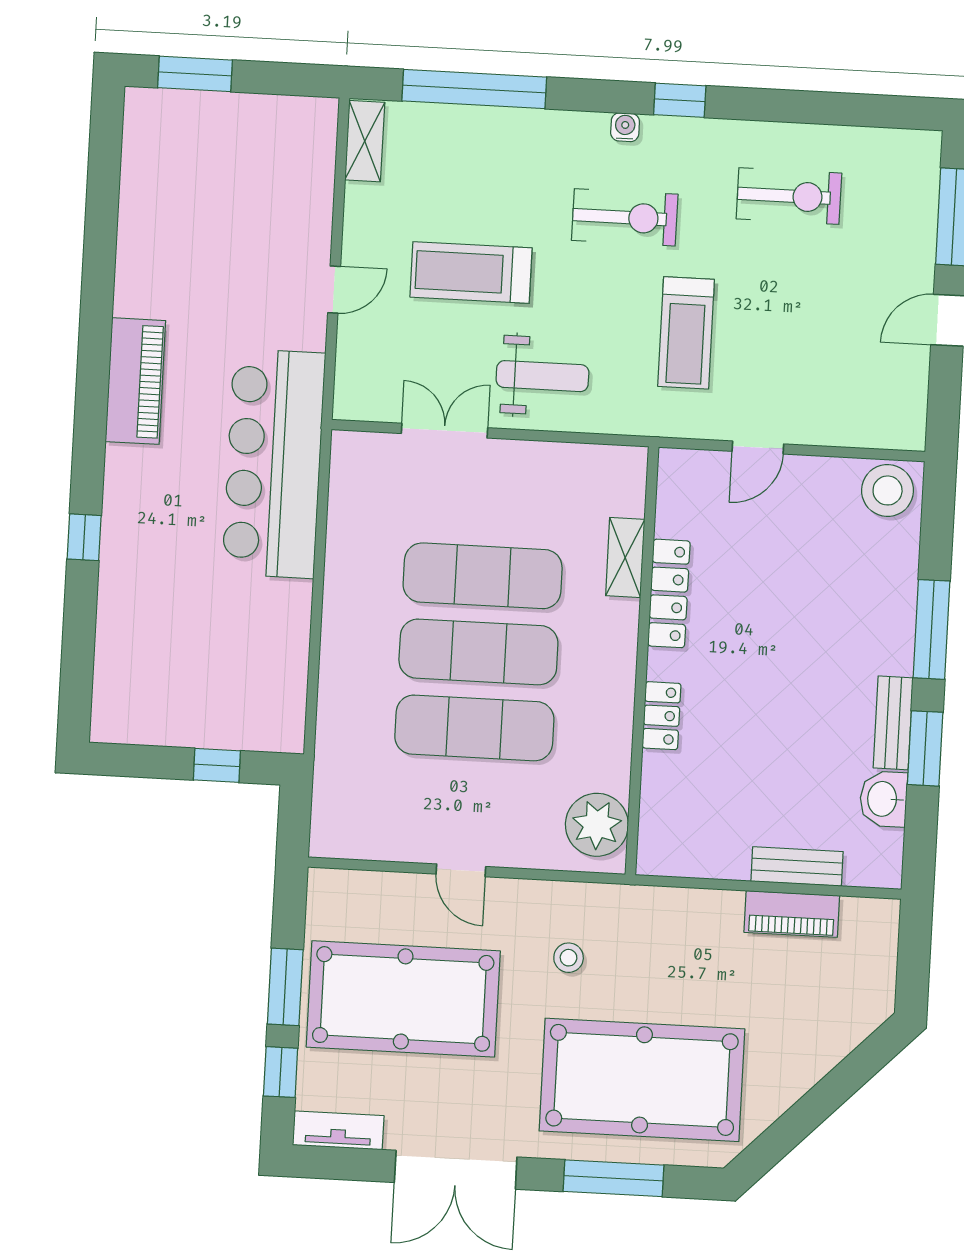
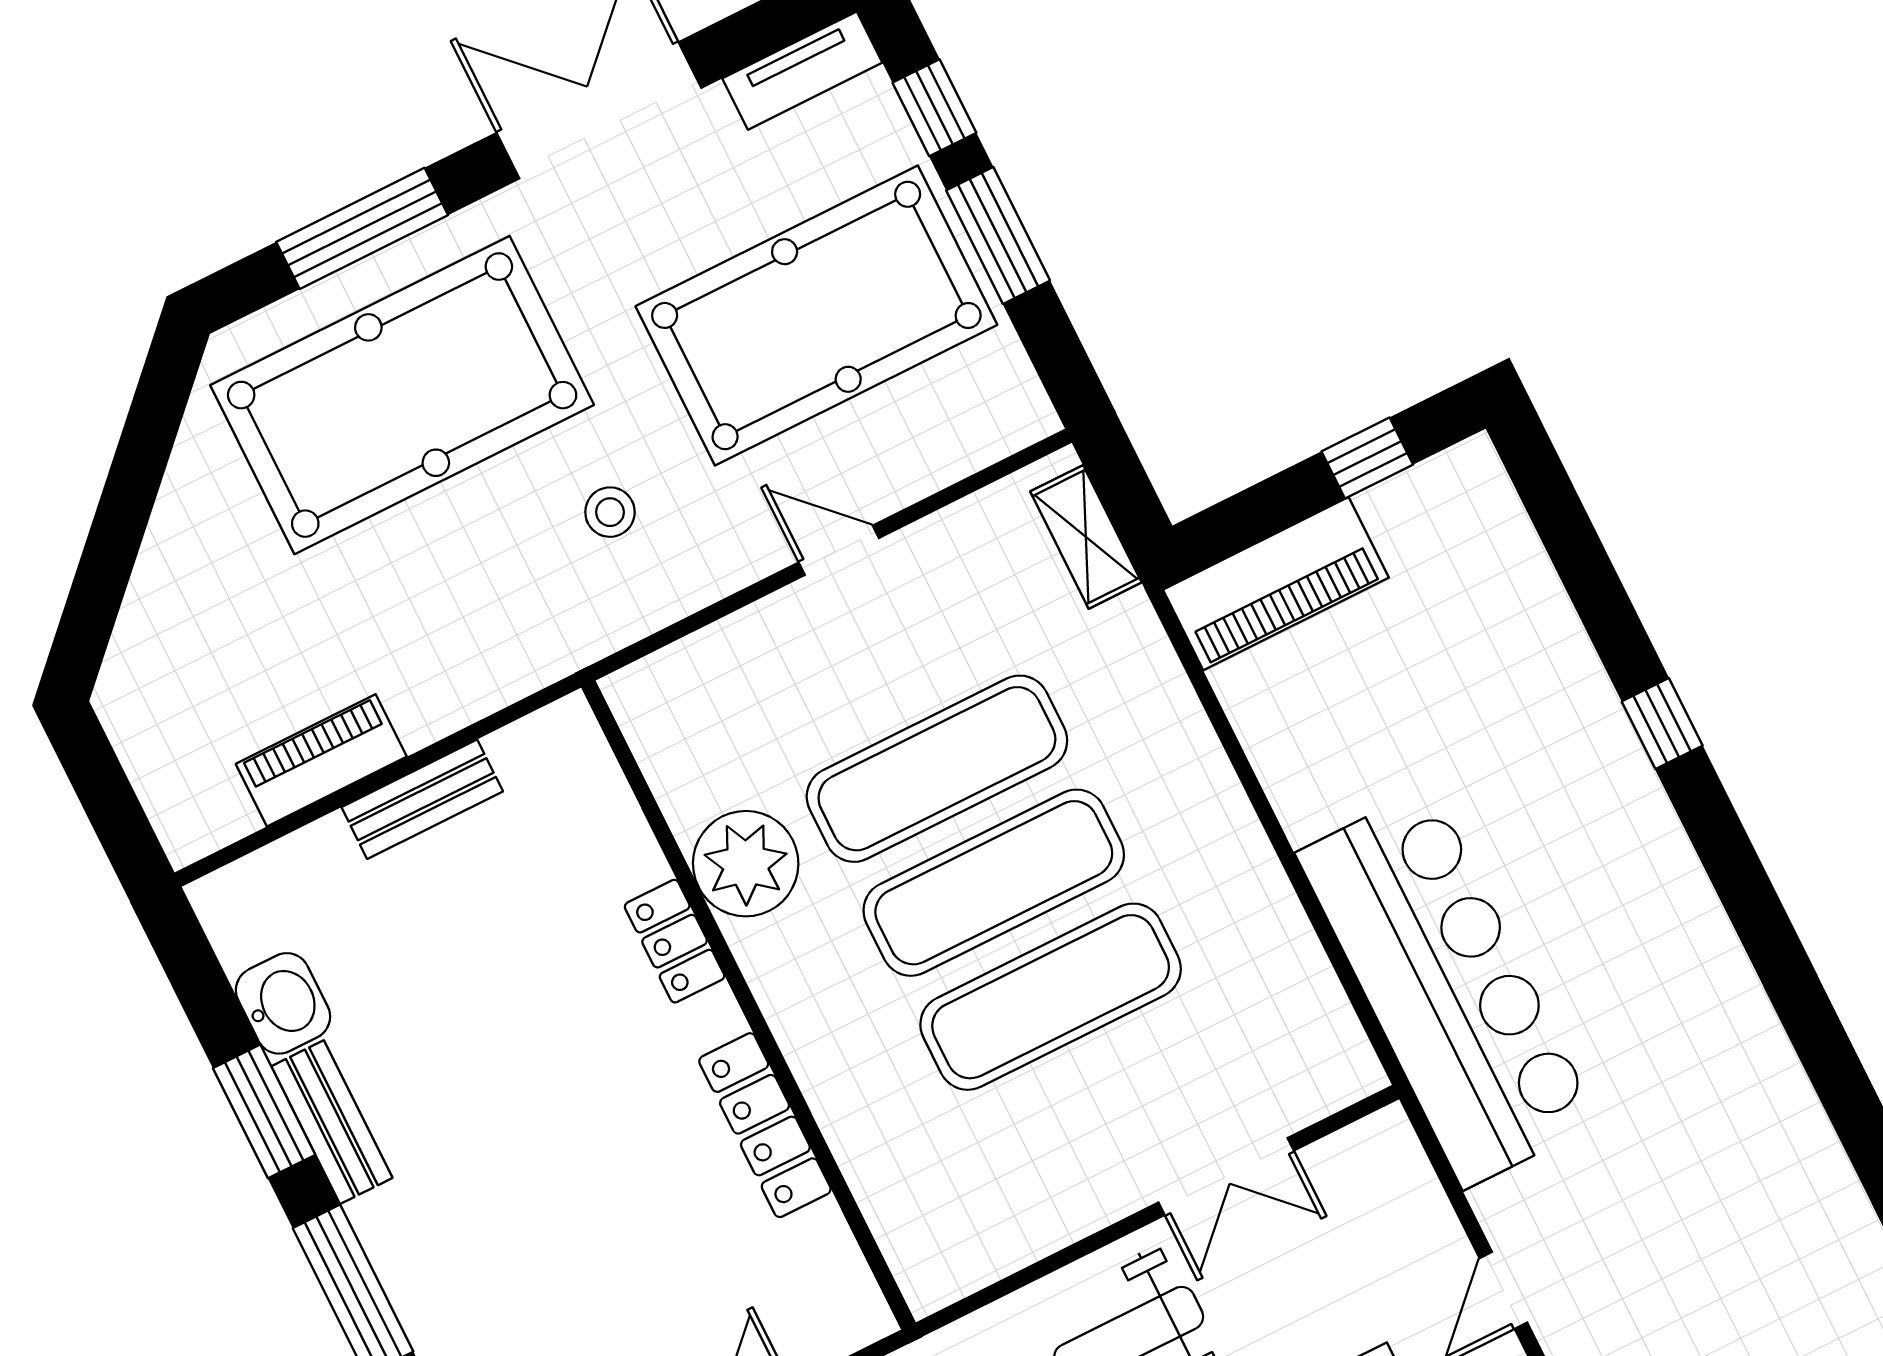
piano: (135, 381) -> (1276, 584), moved, turned -90
shelving: (625, 558) -> (1086, 537), moved
window: (217, 765) -> (1367, 458), moved
plant: (597, 825) -> (746, 864), moved
bench: (797, 866) -> (422, 799), moved

